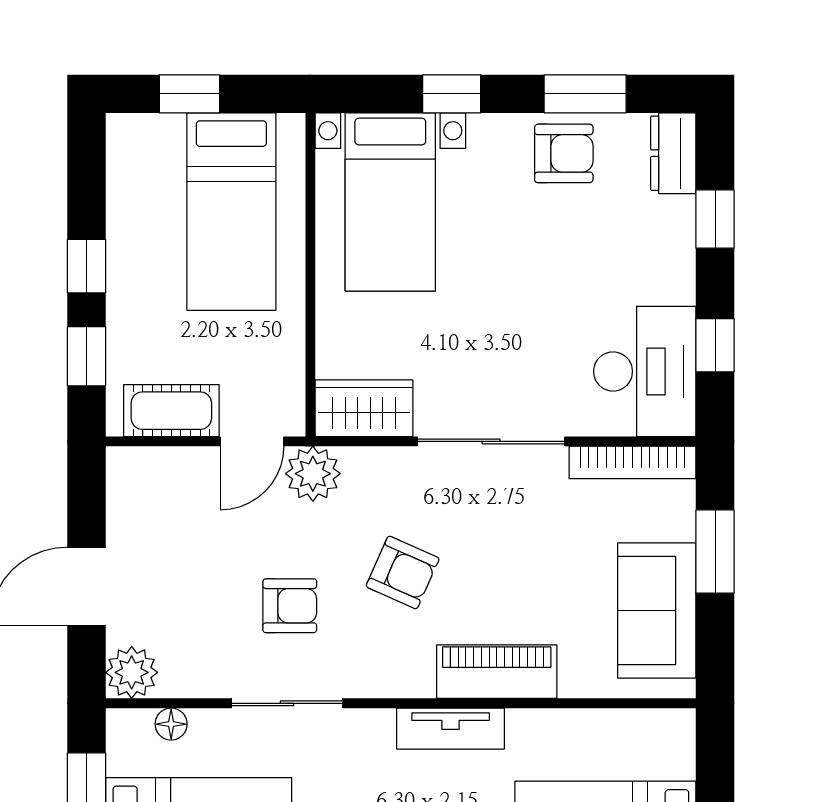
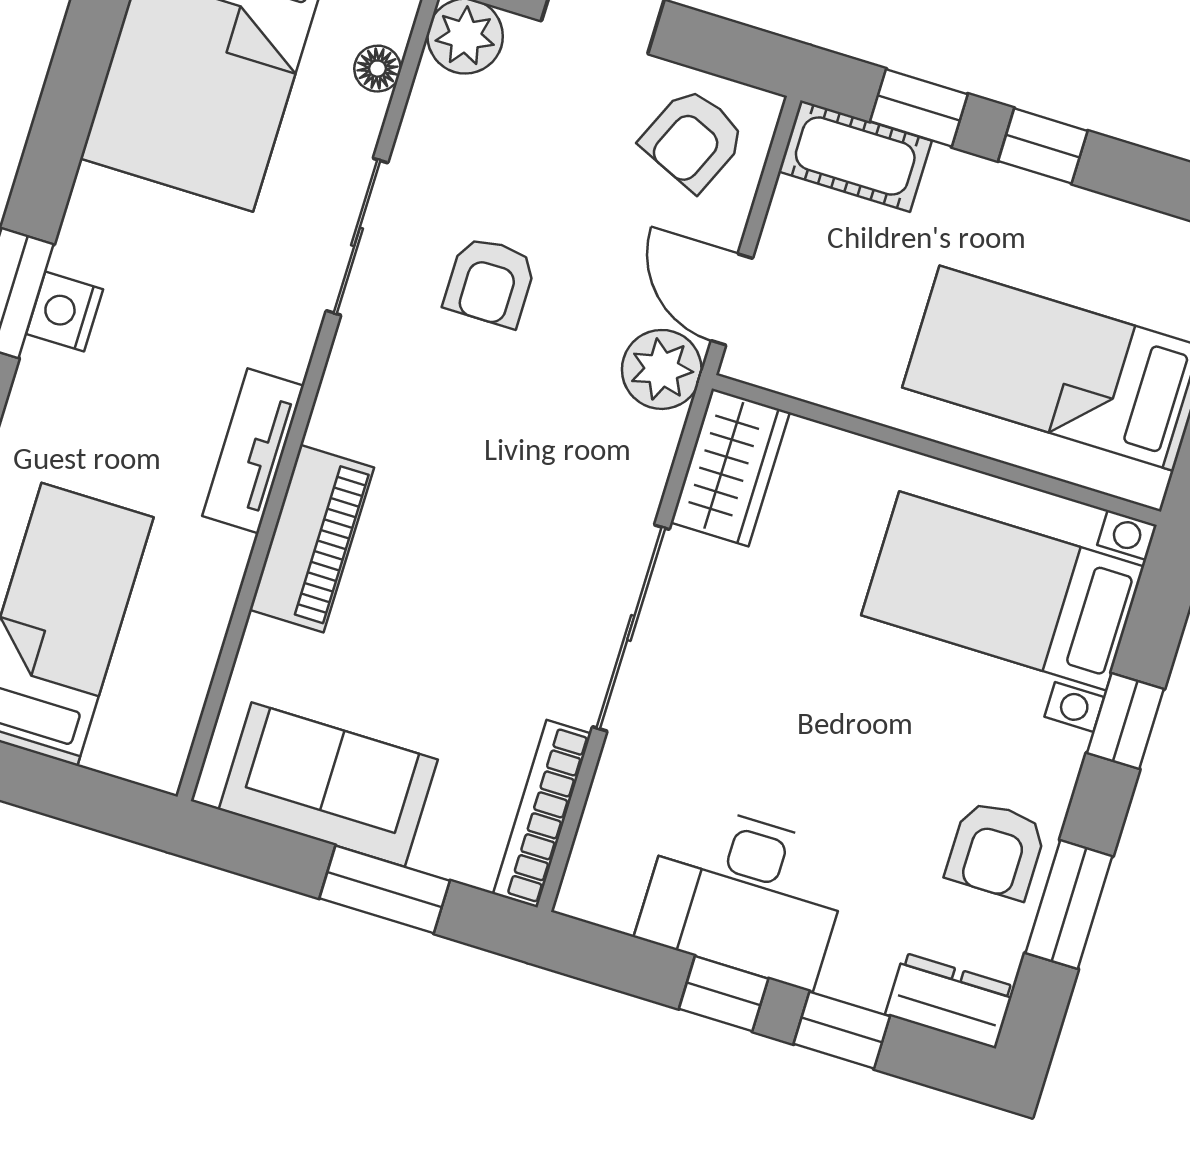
window: (715, 345) -> (724, 994), moved
desk: (645, 371) -> (745, 894), moved
cot: (171, 411) -> (855, 156), moved, turned 90
armchair: (403, 572) -> (693, 139), moved

